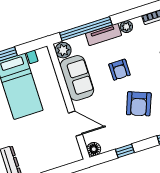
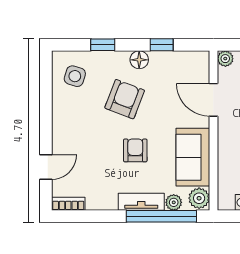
plant: (126, 27) -> (174, 202), moved
floor lamp: (94, 149) -> (139, 60), moved
plant: (76, 156) -> (225, 59), added

